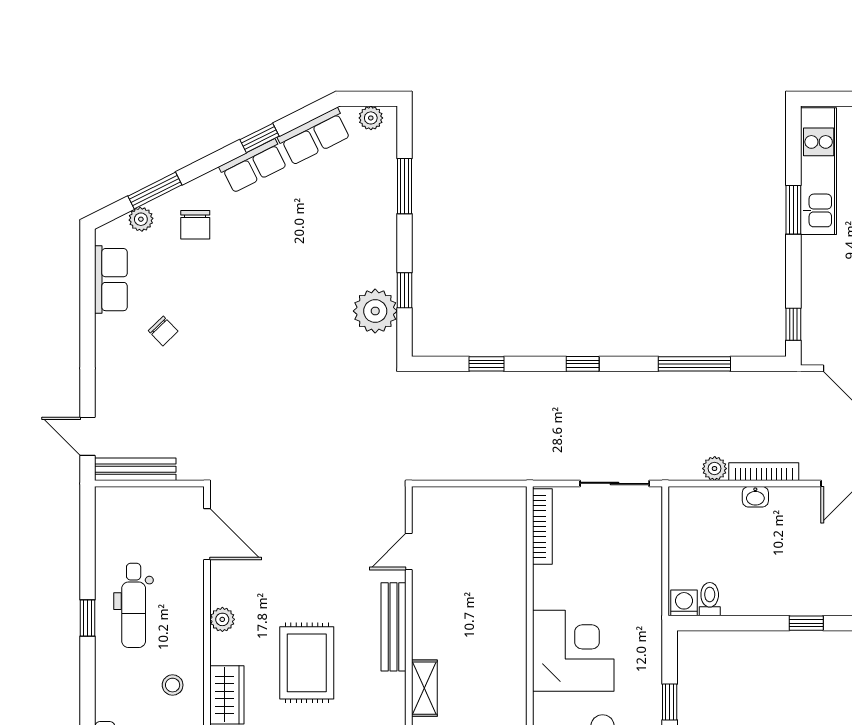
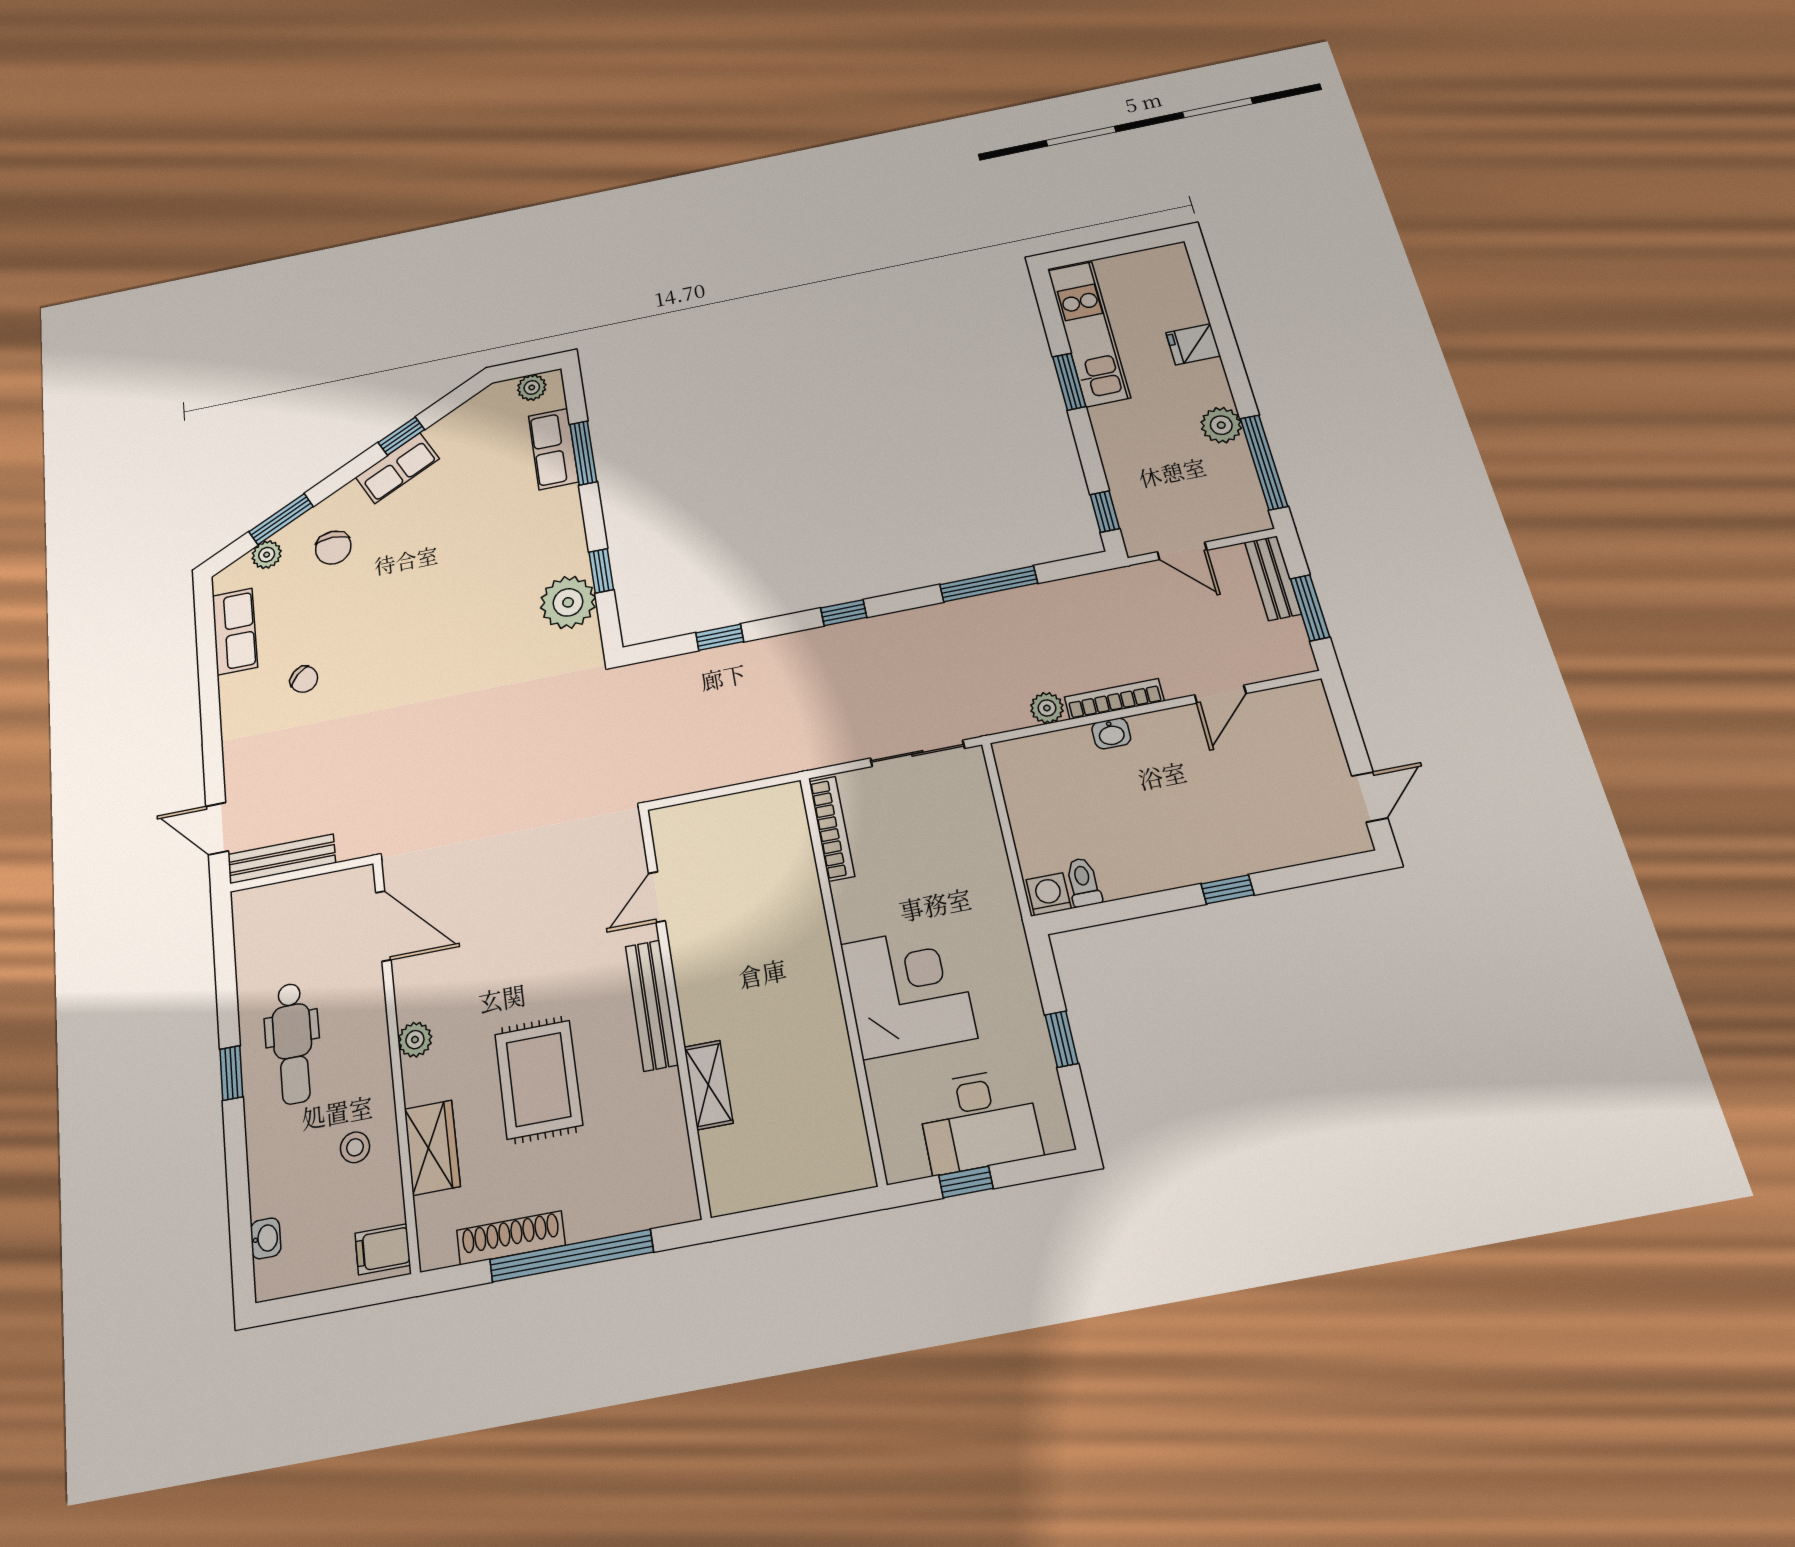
row of seats: (314, 137) -> (553, 449), moved, turned 117

